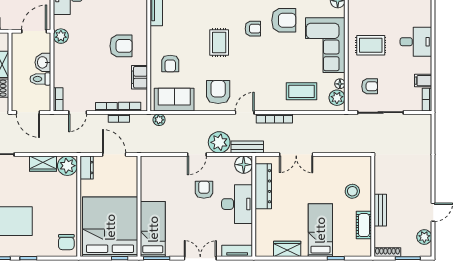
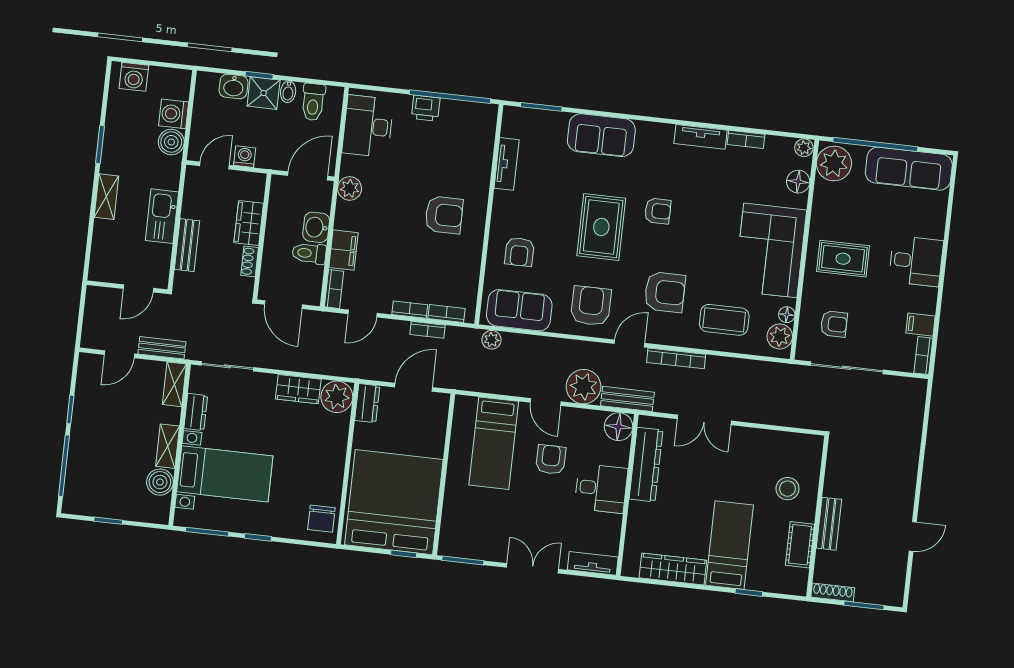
armchair: (284, 20) -> (665, 292), moved
rug: (219, 42) -> (601, 227), width x1.36, depth x1.43
filing cabinet: (139, 77) -> (344, 250), moved, turned 180
door: (114, 154) -> (414, 387), hinge flipped
door: (197, 154) -> (546, 402), hinge flipped
desk: (237, 204) -> (601, 488), width x0.73
bed: (153, 229) -> (494, 443), moved, turned 180
plant: (424, 237) -> (894, 575), removed
wardrobe: (287, 249) -> (673, 569), width x1.50

